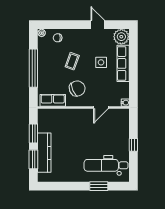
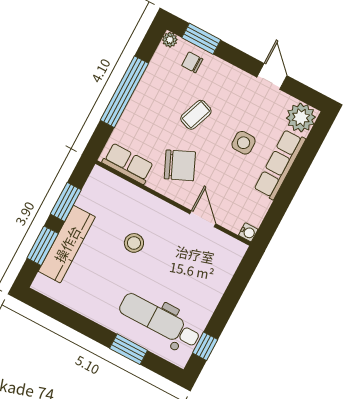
window: (56, 25) -> (201, 39), added
door: (101, 108) -> (203, 219), swing flipped
stool: (75, 136) -> (134, 243), added
window: (133, 145) -> (205, 346), moved

